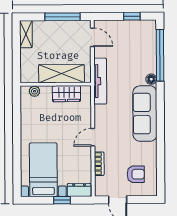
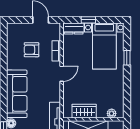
window: (17, 156) -> (127, 58), added
armchair: (136, 174) -> (31, 50), moved

